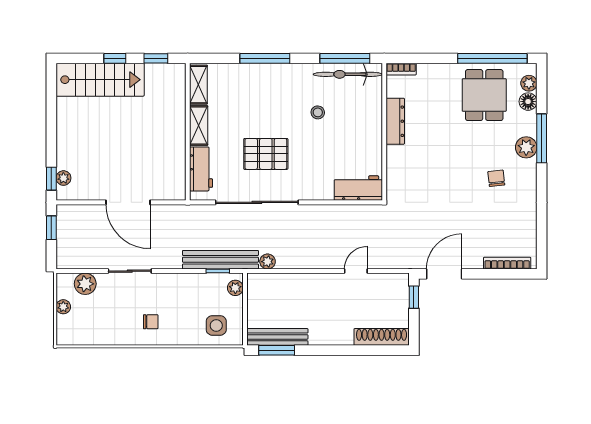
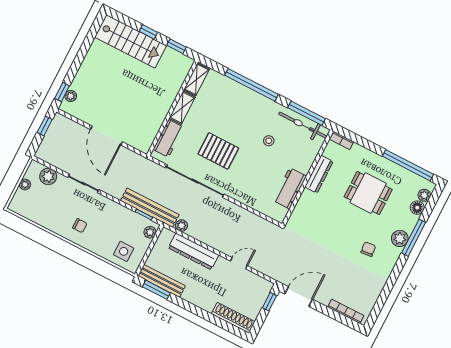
window: (265, 58) -> (251, 85), width x1.46
dining table: (484, 95) -> (368, 193), moved, turned 90
workbench: (358, 188) -> (290, 188), moved, turned -90
dresser: (297, 284) -> (194, 251), added

